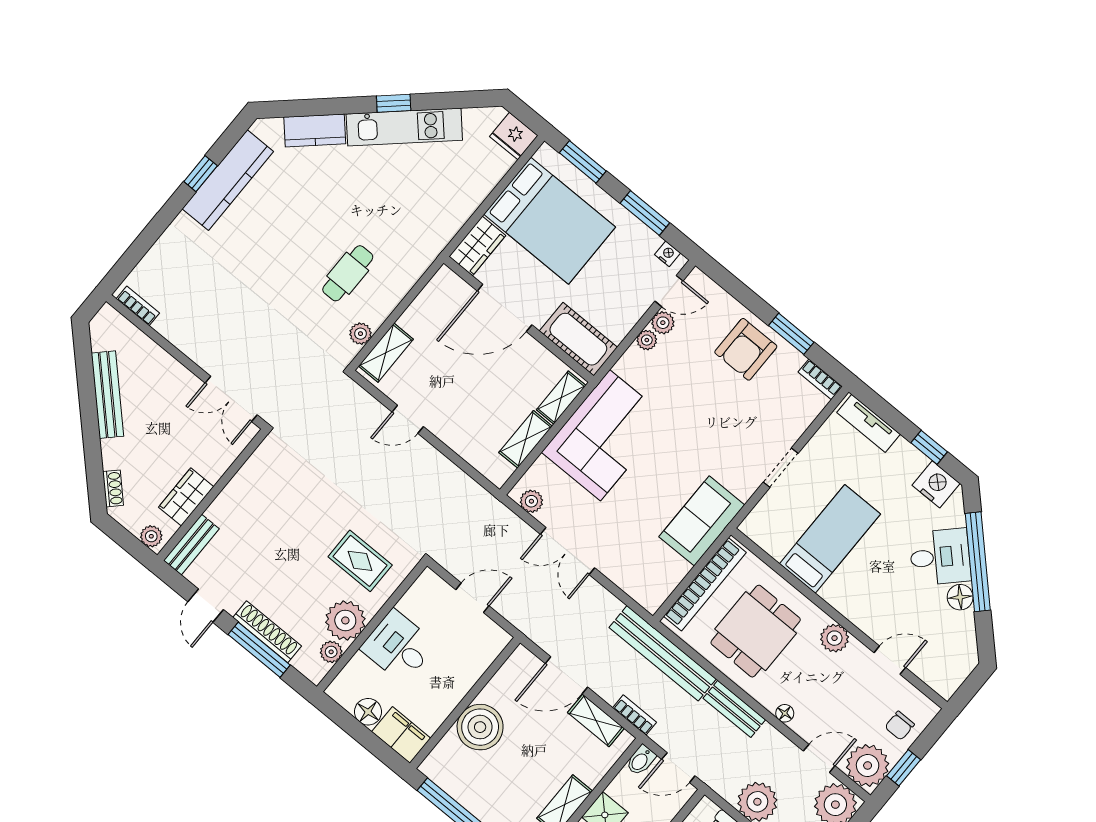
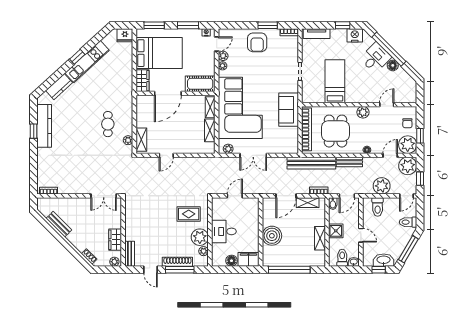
bench: (107, 395) -> (59, 224), width x0.73
corner sofa: (605, 435) -> (240, 108), width x1.36, depth x1.36

